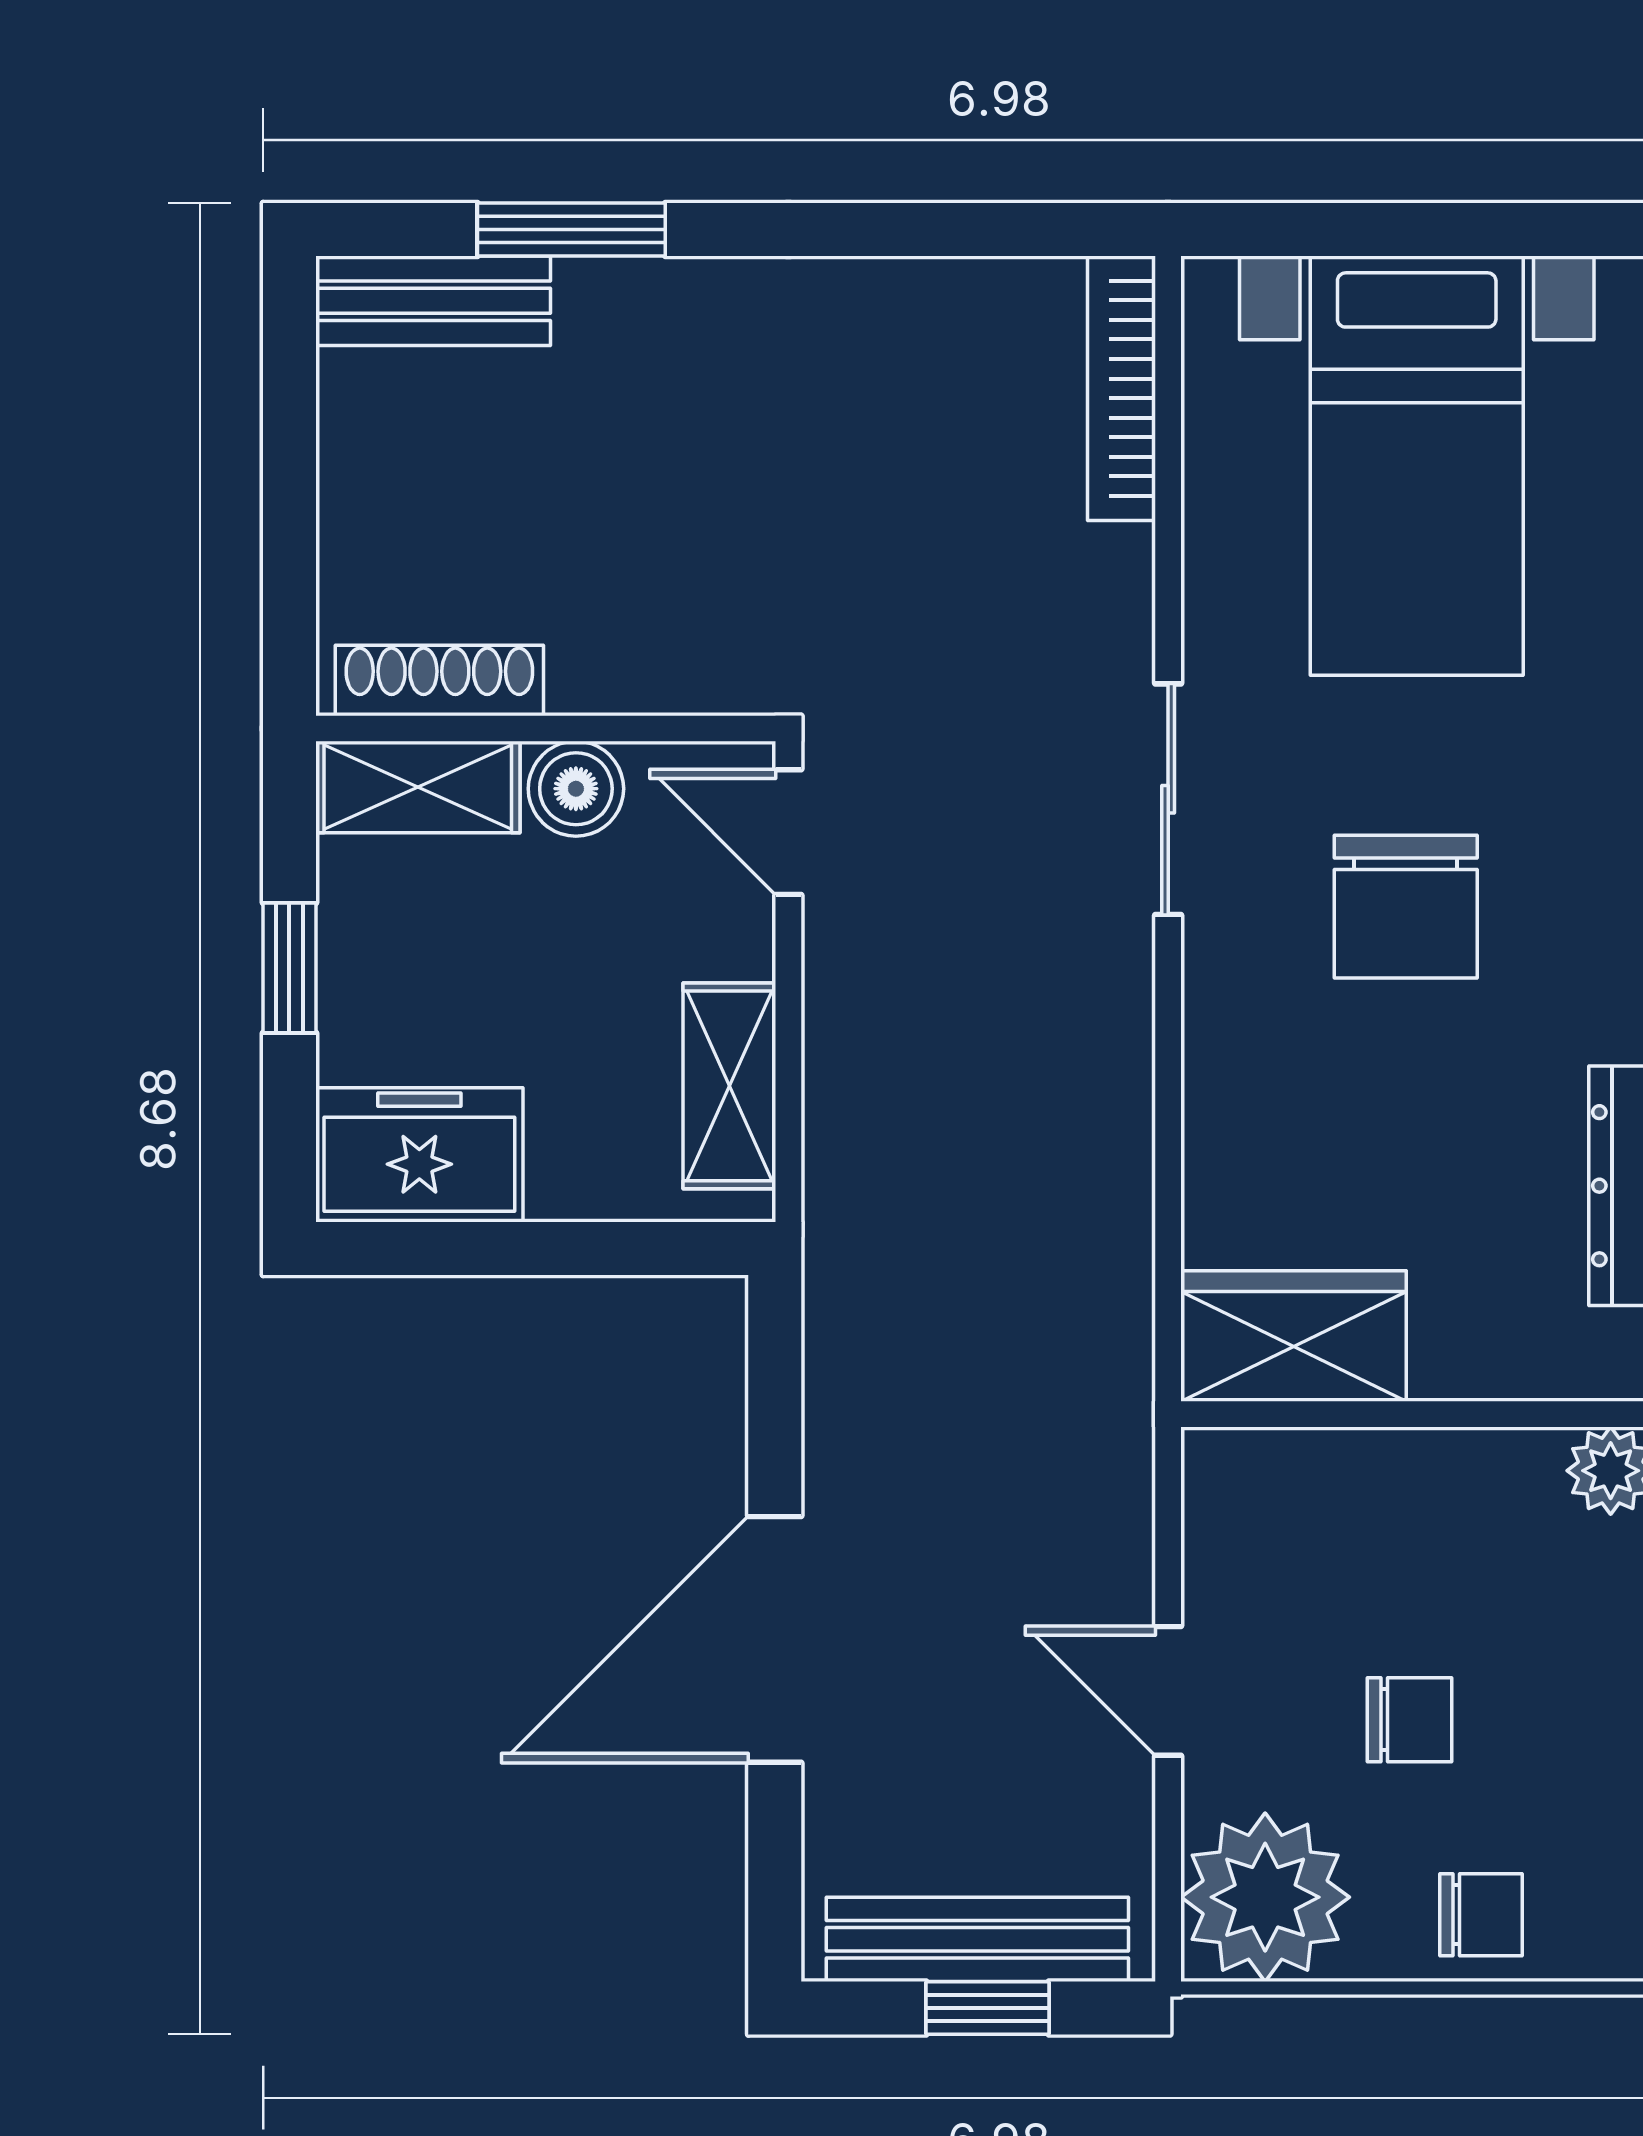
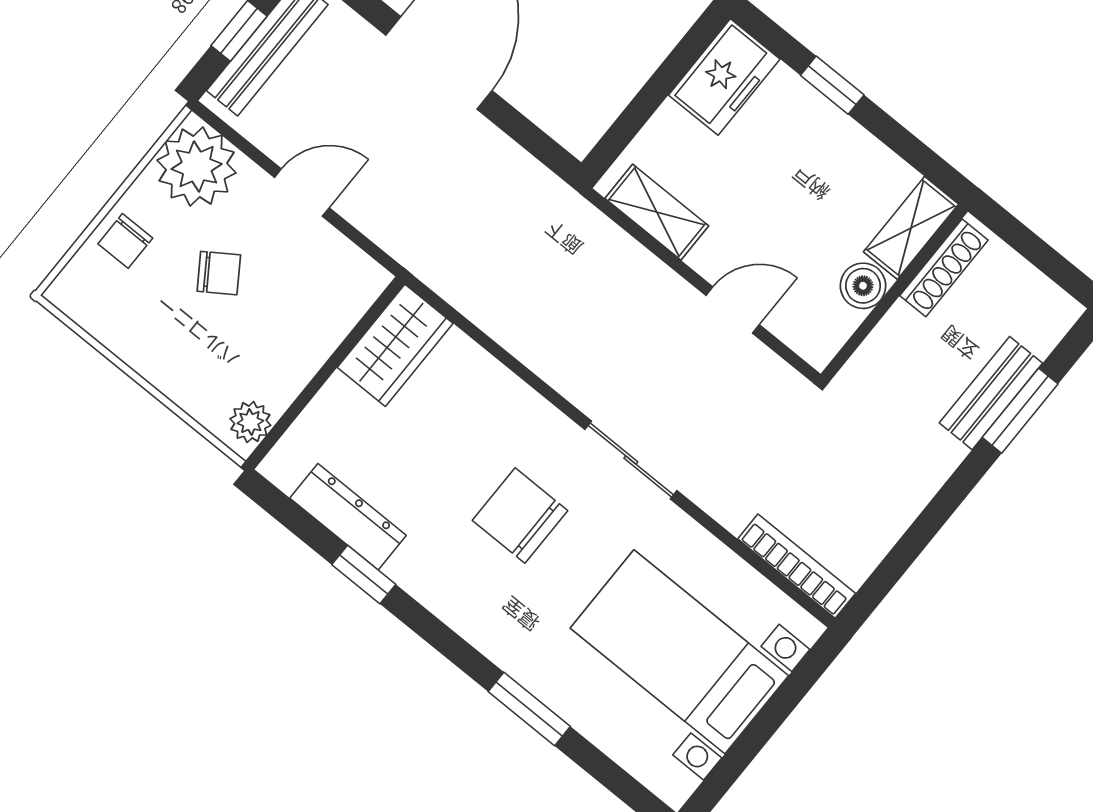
bench: (433, 301) -> (991, 393), moved
shoe rack: (439, 680) -> (944, 268), moved
wall: (546, 728) -> (894, 293), moved
shelving: (418, 787) -> (911, 228), moved
boiler: (576, 789) -> (863, 286), moved
chair: (1409, 1720) -> (219, 273), turned -124

